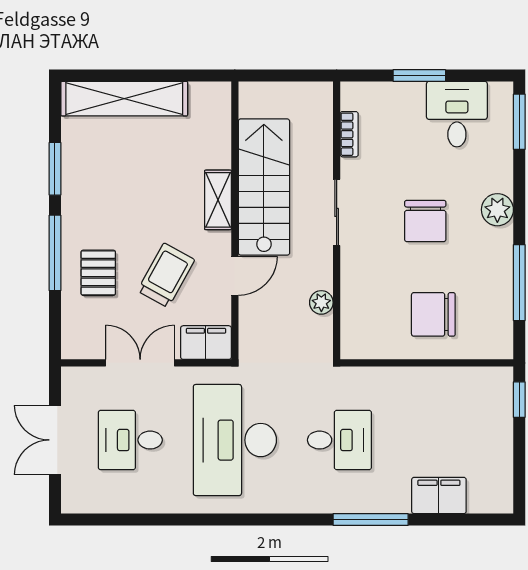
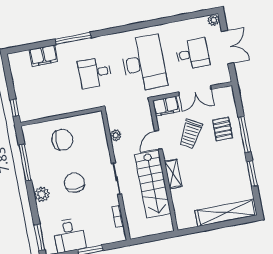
plant: (73, 501) -> (214, 20), added

